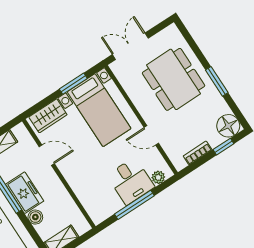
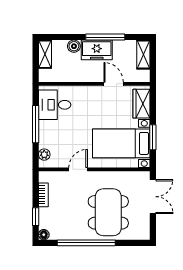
dining table: (174, 79) -> (108, 212), turned 90
window: (217, 81) -> (86, 243), width x2.11
floor lamp: (228, 126) -> (44, 235), width x0.53, depth x0.53
door: (47, 155) -> (114, 84), swing flipped
desk: (131, 181) -> (55, 105), moved

